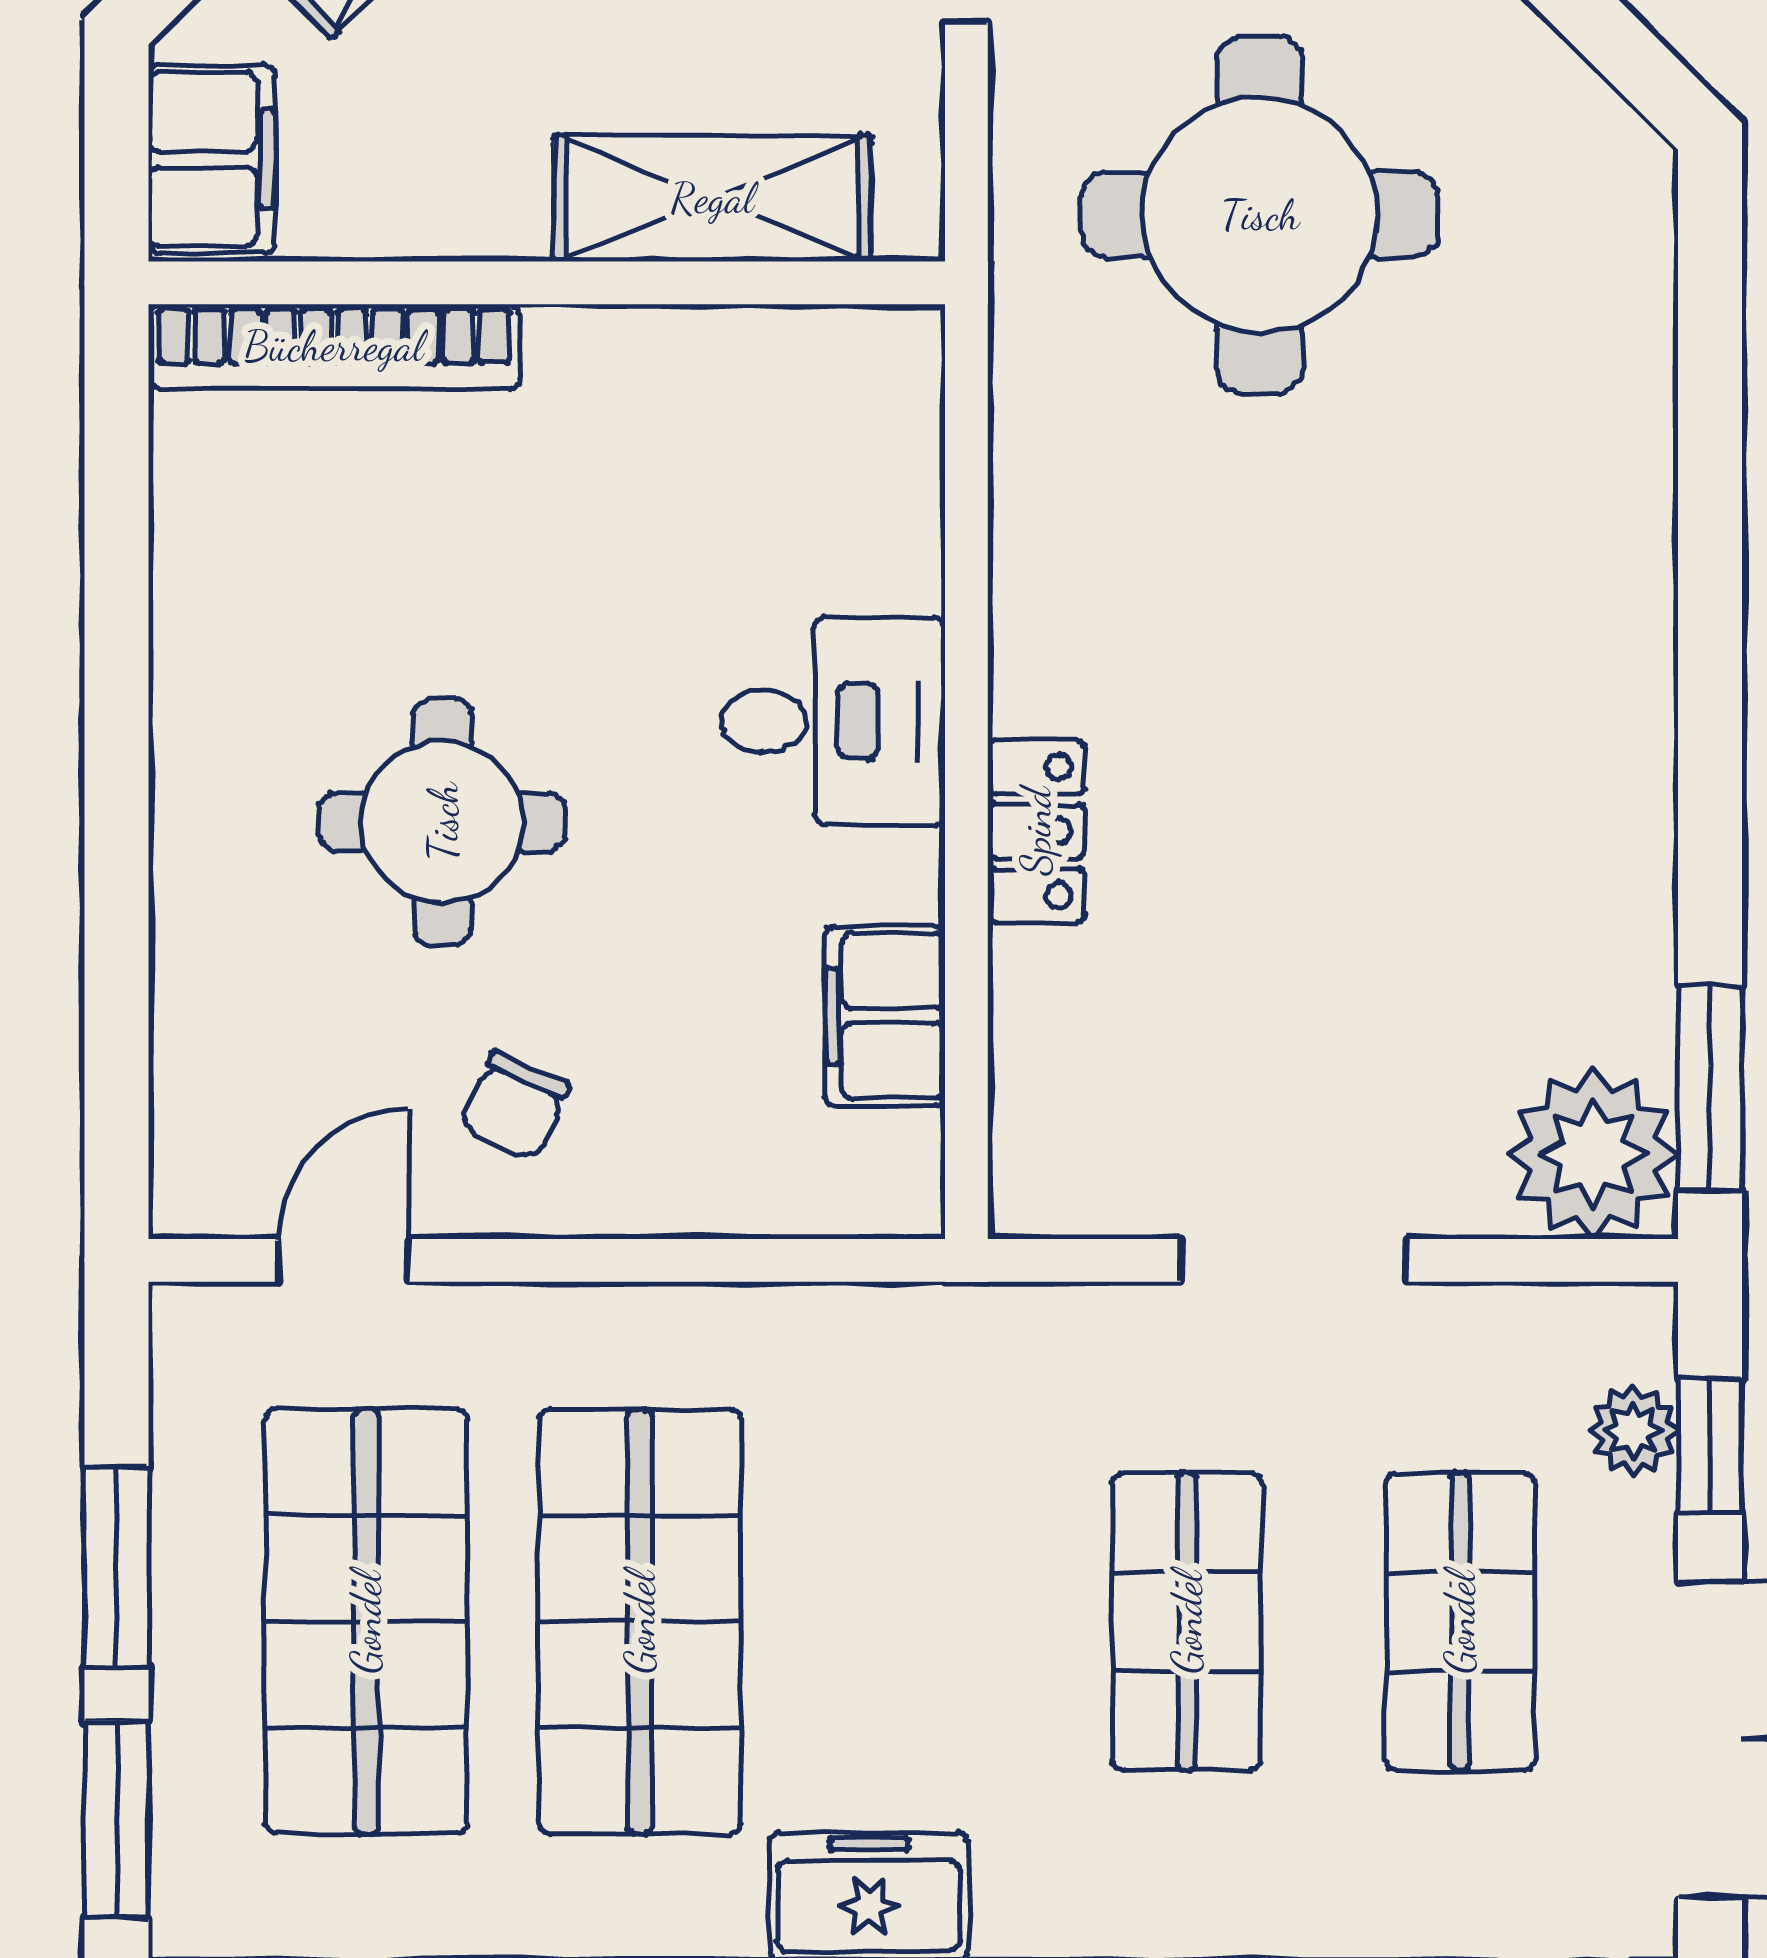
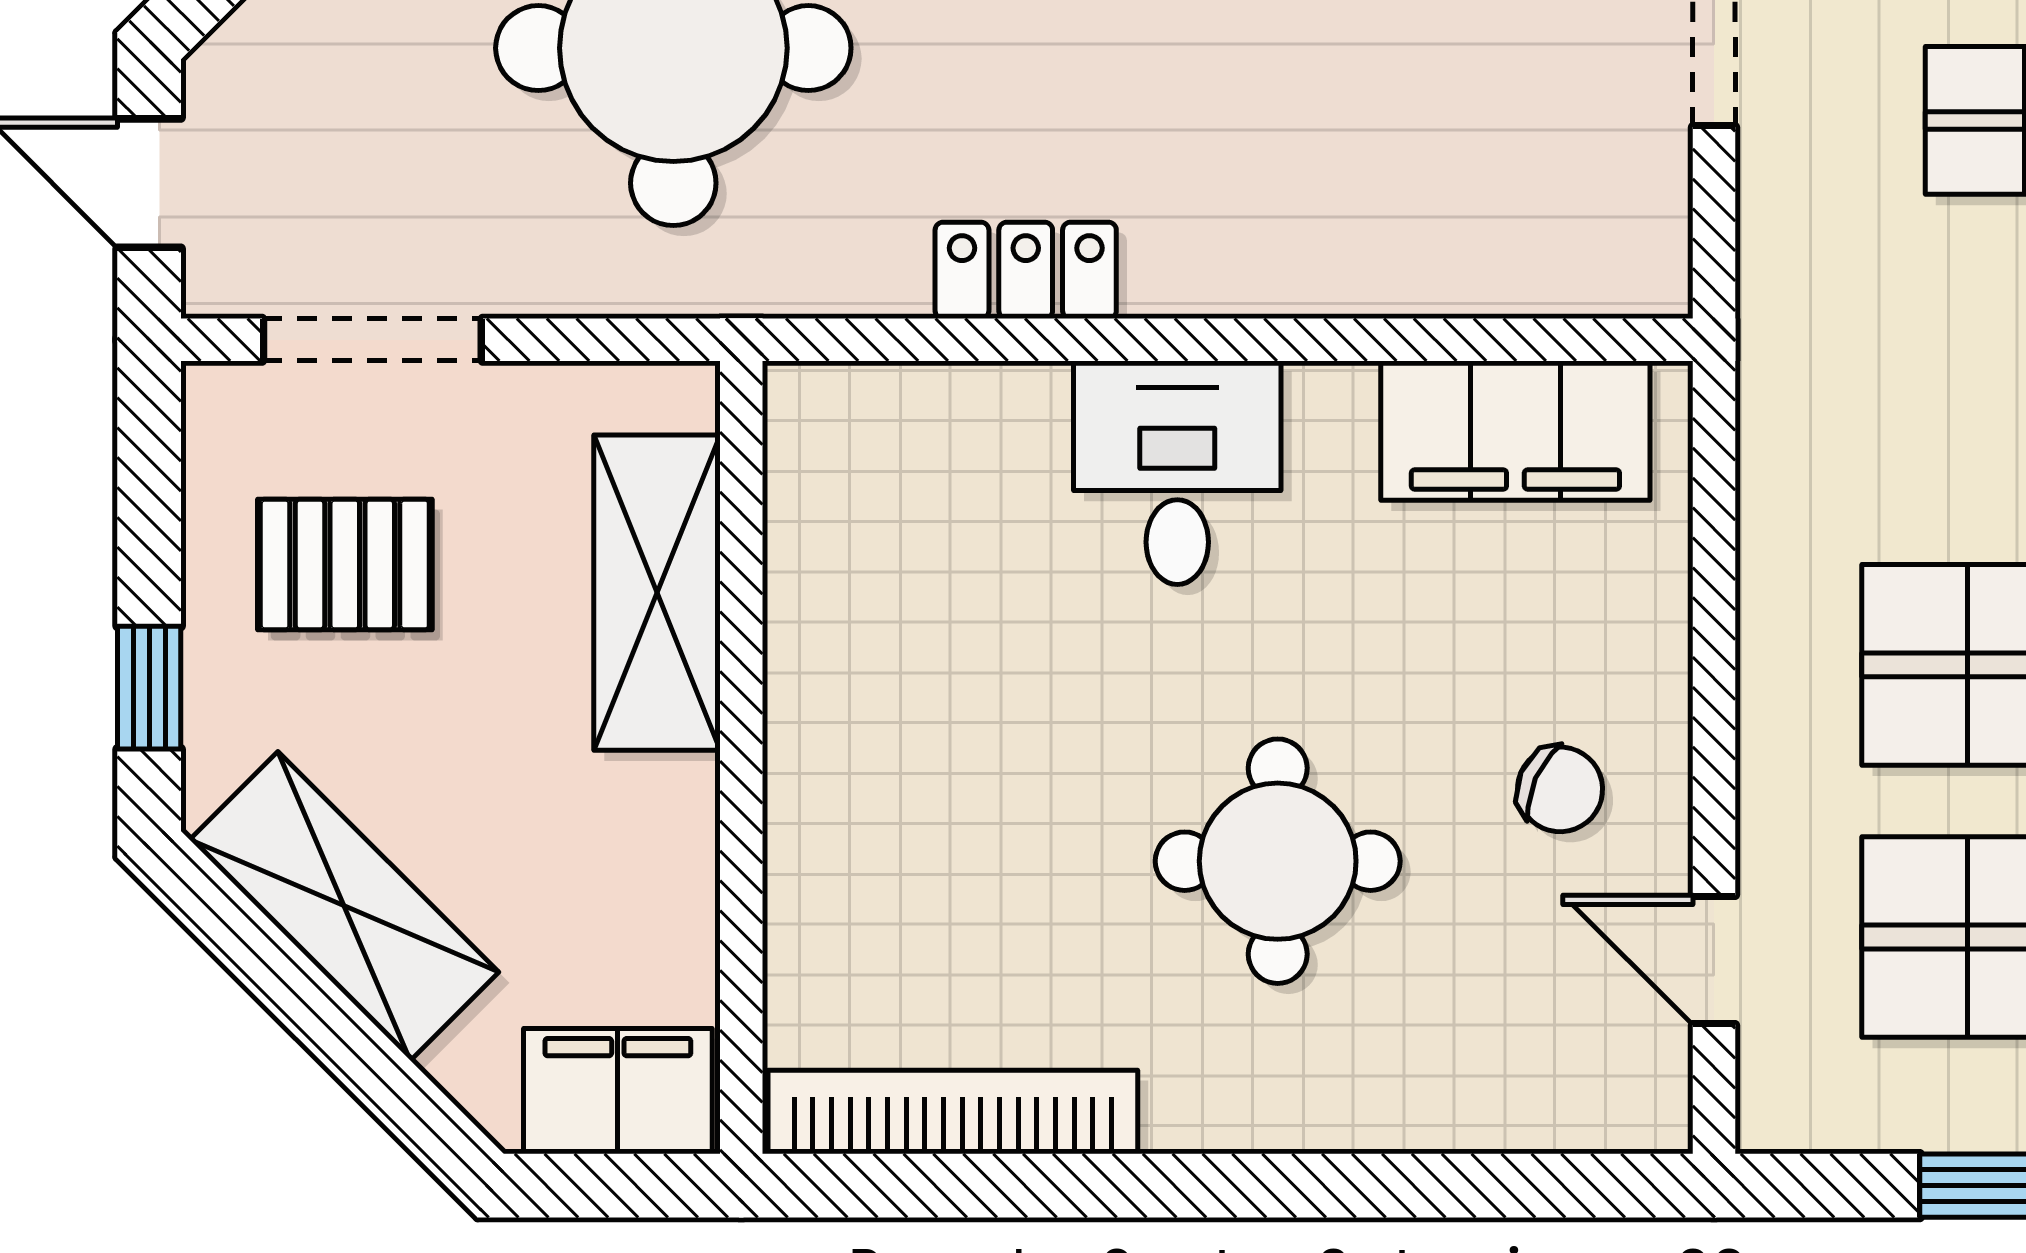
bookcase: (334, 346) -> (953, 1112), moved, turned -90
locker: (1036, 831) -> (1026, 270), moved
filing cabinet: (885, 1016) -> (1515, 431), width x1.50, depth x1.17

